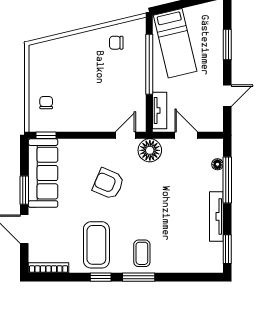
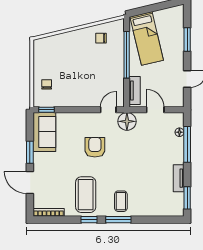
sofa: (43, 173) -> (44, 132), width x0.73
armchair: (108, 184) -> (95, 147), turned 67
tv unit: (216, 216) -> (179, 178), width x0.71

